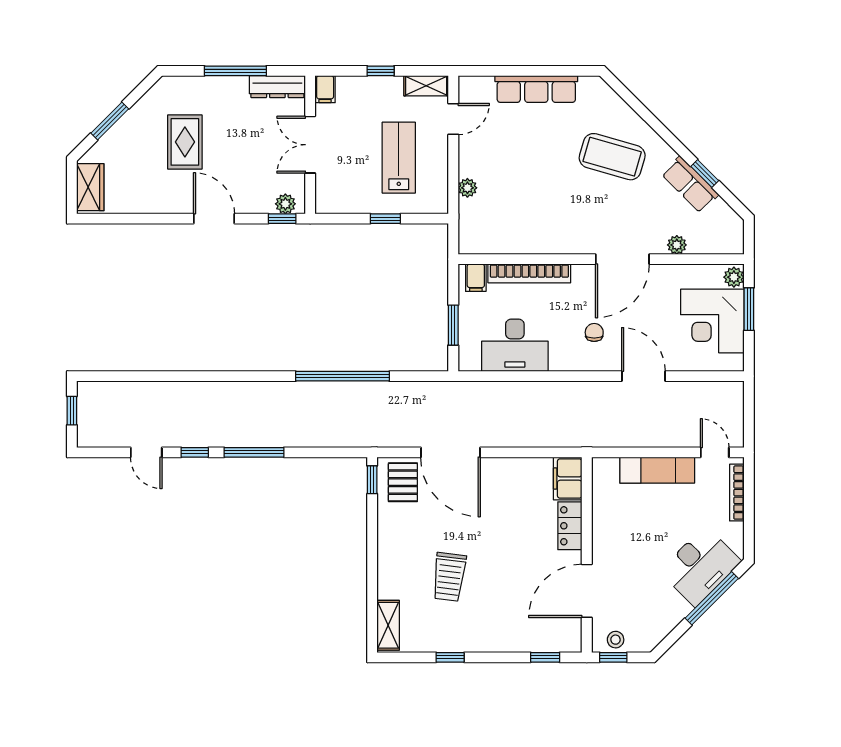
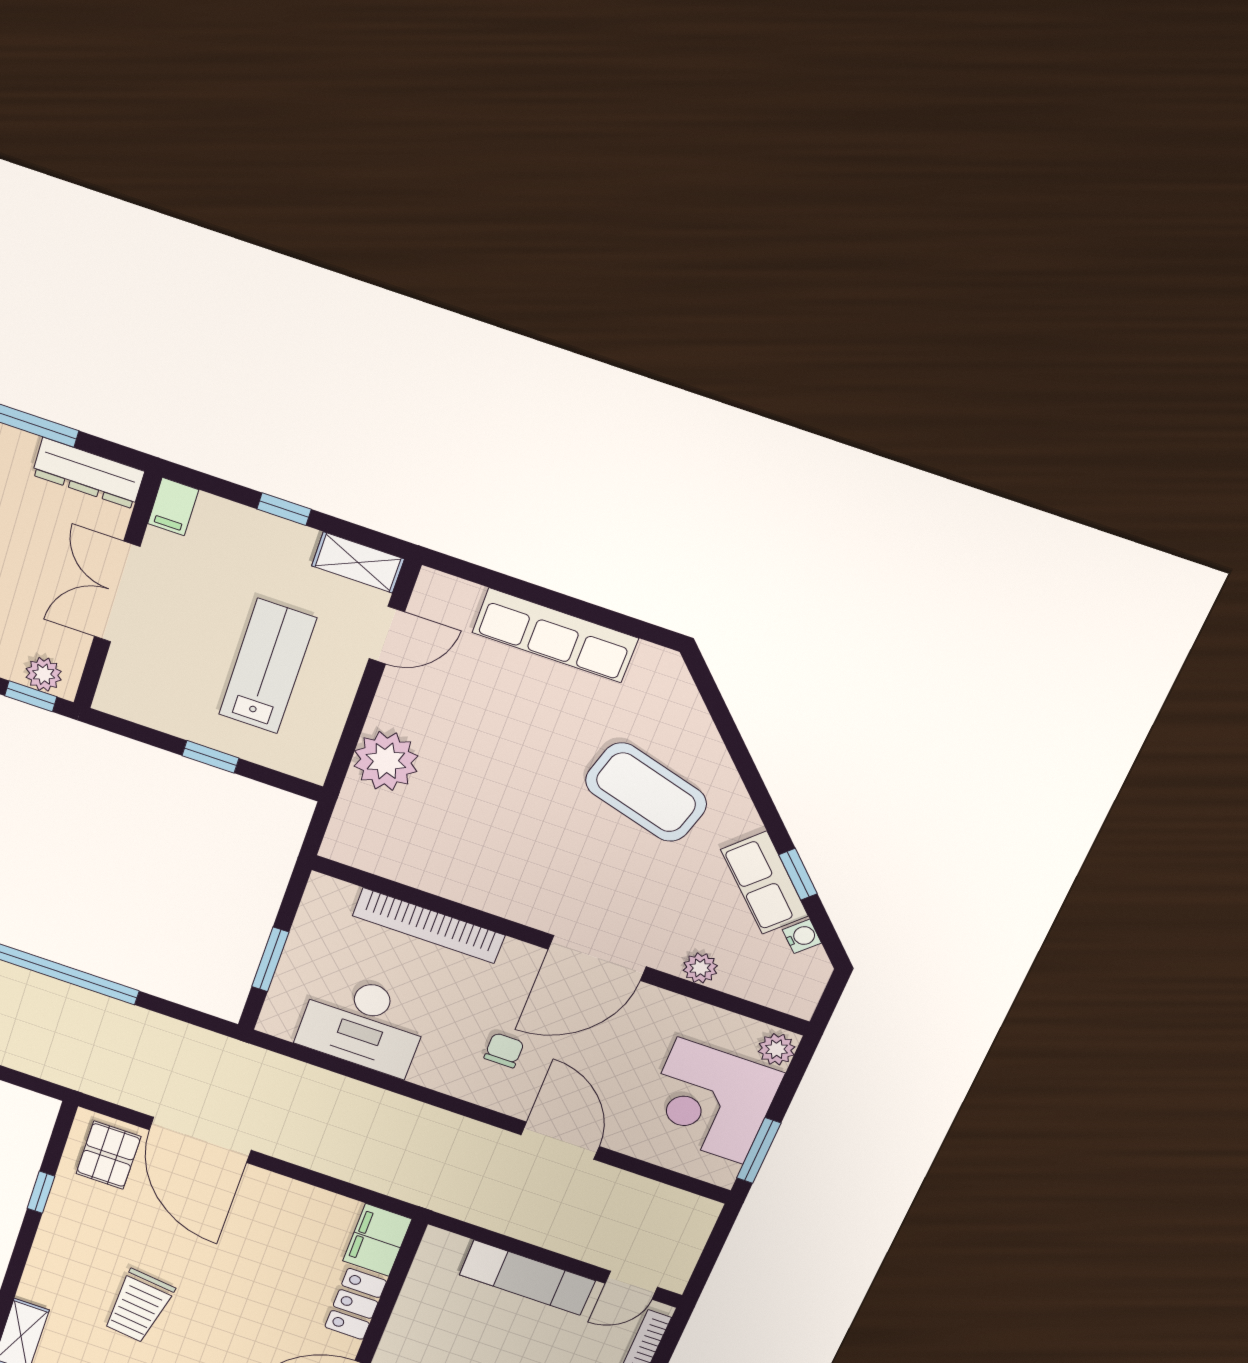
plant: (467, 188) -> (386, 761), width x1.88, depth x1.88
water cooler: (721, 207) -> (802, 936), added
filing cabinet: (476, 278) -> (334, 901), removed
window: (749, 309) -> (759, 1151), moved
door: (715, 452) -> (631, 1285), swing flipped
window: (372, 480) -> (41, 1192), moved

